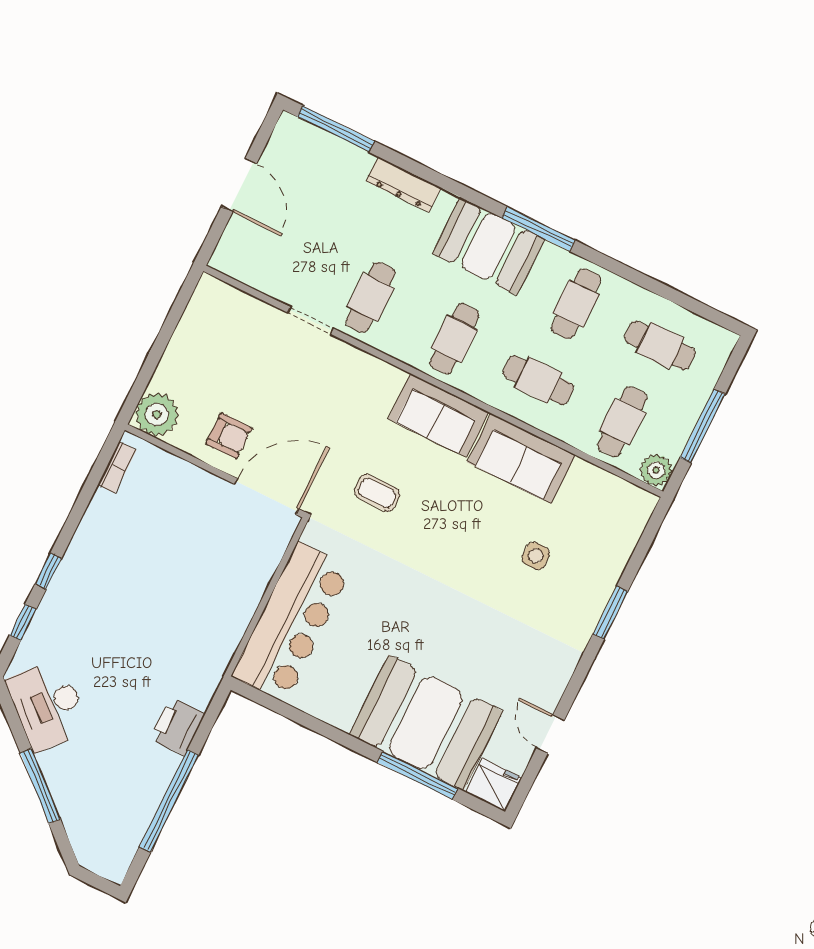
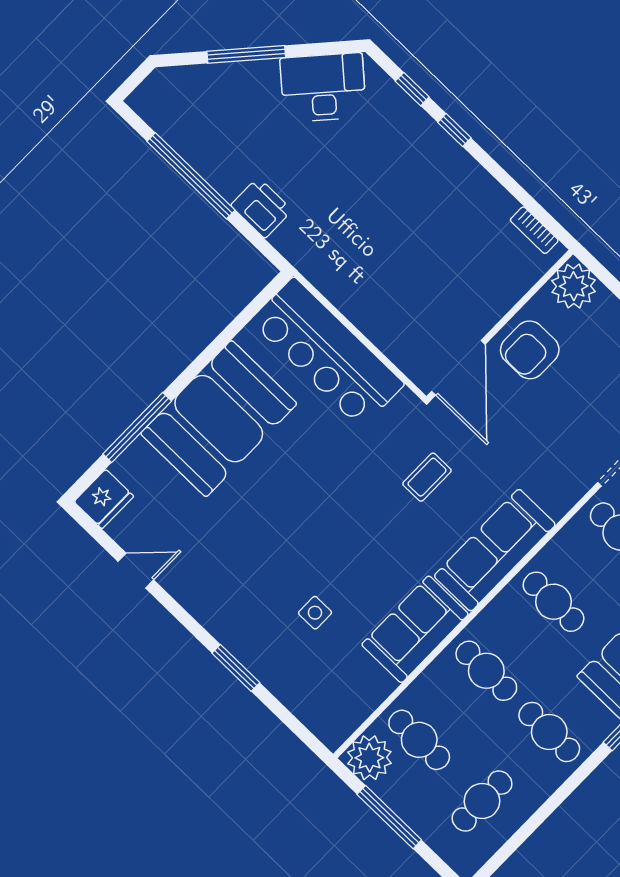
cafe table: (538, 380) -> (486, 671), turned 90
sofa: (438, 415) -> (495, 550), width x1.36
armchair: (229, 436) -> (530, 350), width x1.38, depth x1.38
plant: (656, 470) -> (369, 758), width x1.36, depth x1.36
booth: (426, 723) -> (219, 419), moved

